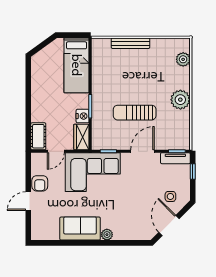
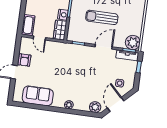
plant: (180, 100) -> (133, 42), moved
door: (56, 151) -> (40, 38), hinge flipped
corner sofa: (93, 172) -> (65, 57), removed
sofa: (80, 229) -> (38, 96), moved
plant: (142, 233) -> (95, 107), added

